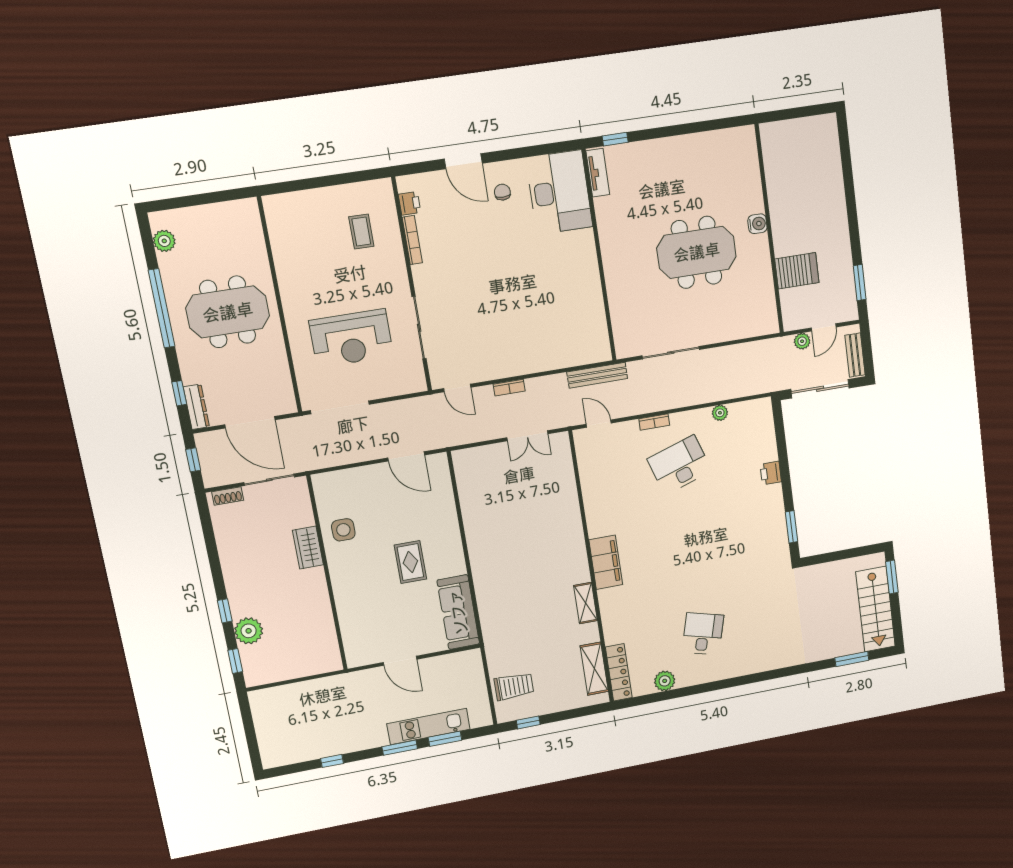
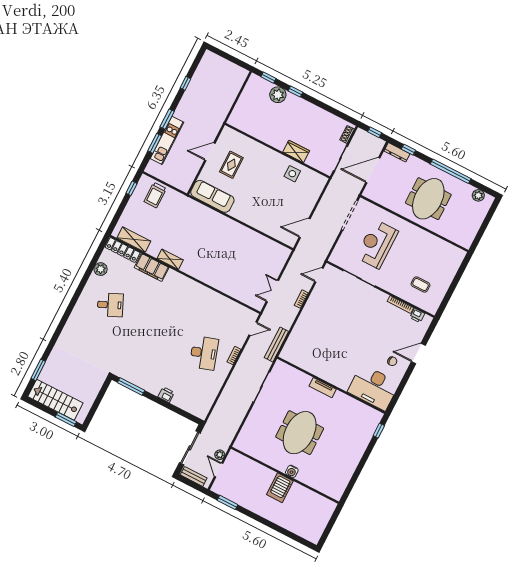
tv unit: (598, 173) -> (323, 388), moved
server rack: (797, 271) -> (280, 488), moved
plant: (720, 413) -> (215, 390), removed
window: (792, 527) -> (131, 386), width x1.44
rug: (410, 562) -> (231, 165), moved, turned 90
filing cabinet: (606, 562) -> (152, 267), moved
desk: (703, 634) -> (110, 305), turned -39

